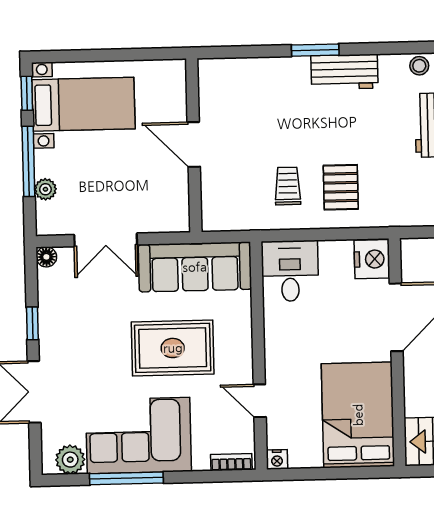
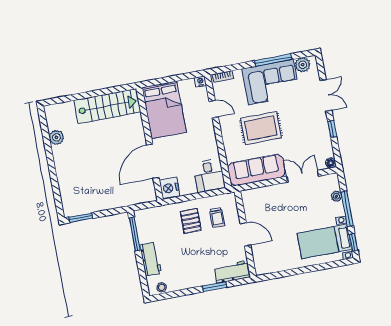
workbench: (344, 72) -> (232, 272), moved
door: (194, 145) -> (245, 234), moved
wall: (194, 145) -> (245, 234), moved

